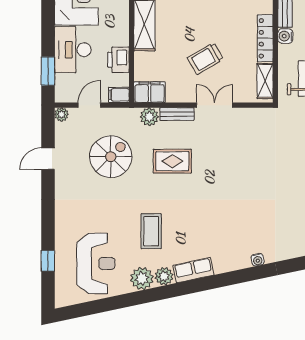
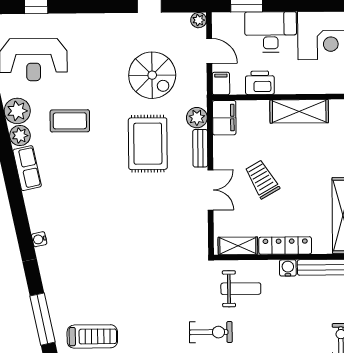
rug: (172, 161) -> (148, 144), width x1.36, depth x1.43

